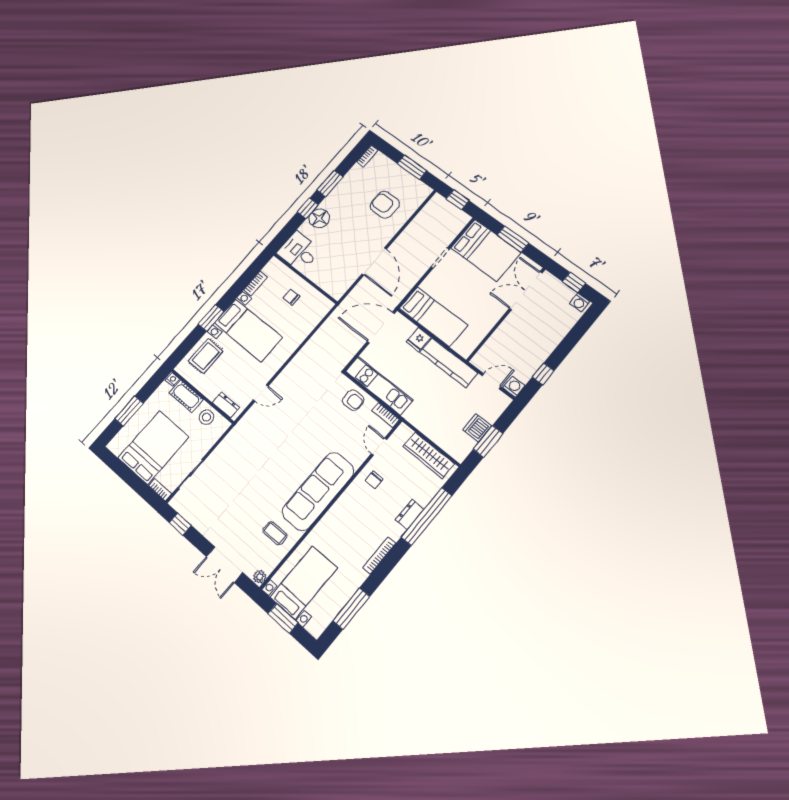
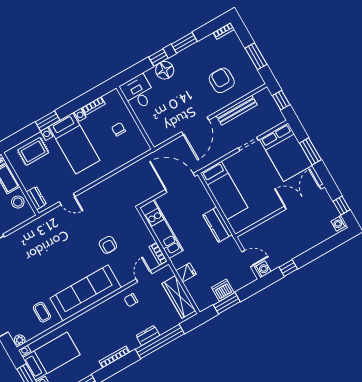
bench: (413, 228) -> (237, 110), added
fridge: (419, 339) -> (186, 272), moved, turned 180
kitchen counter: (449, 363) -> (218, 225), width x0.67
armchair: (353, 400) -> (108, 245), moved

